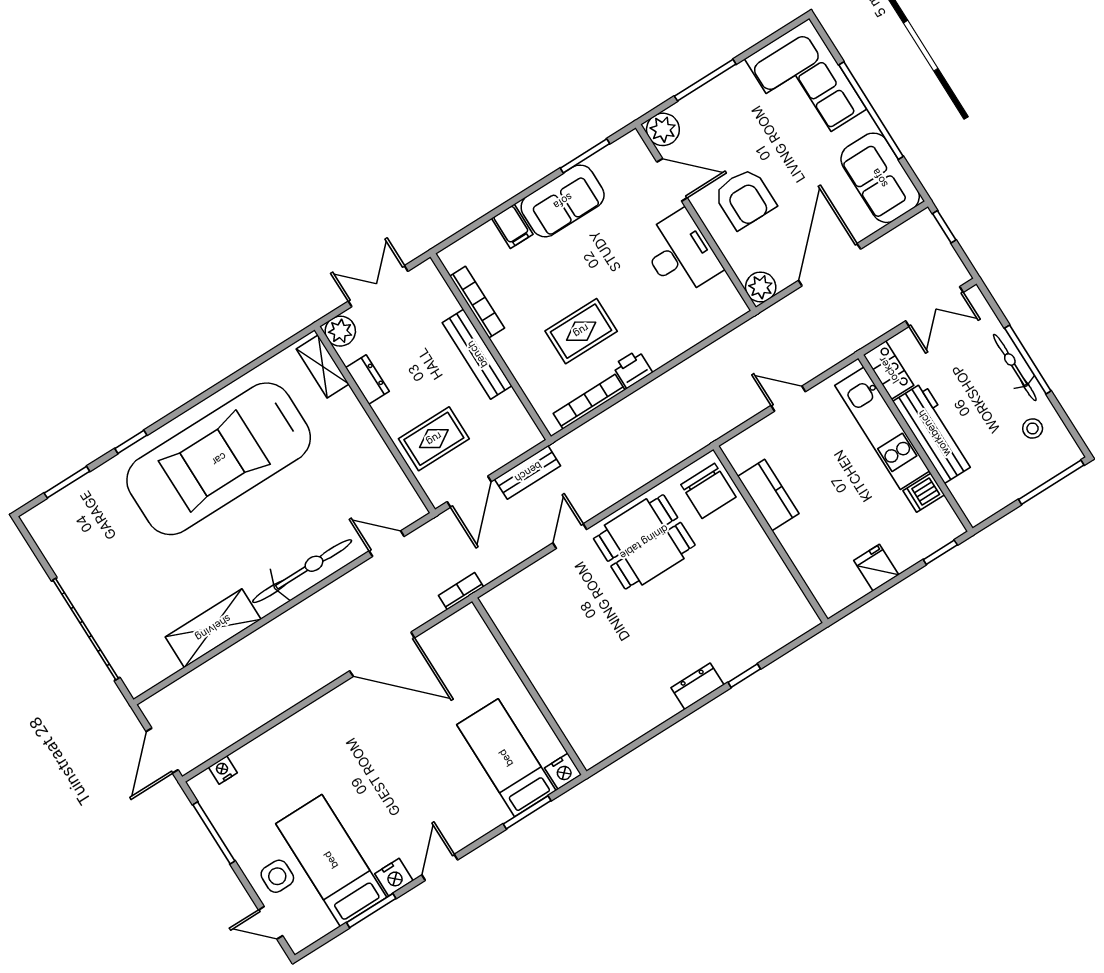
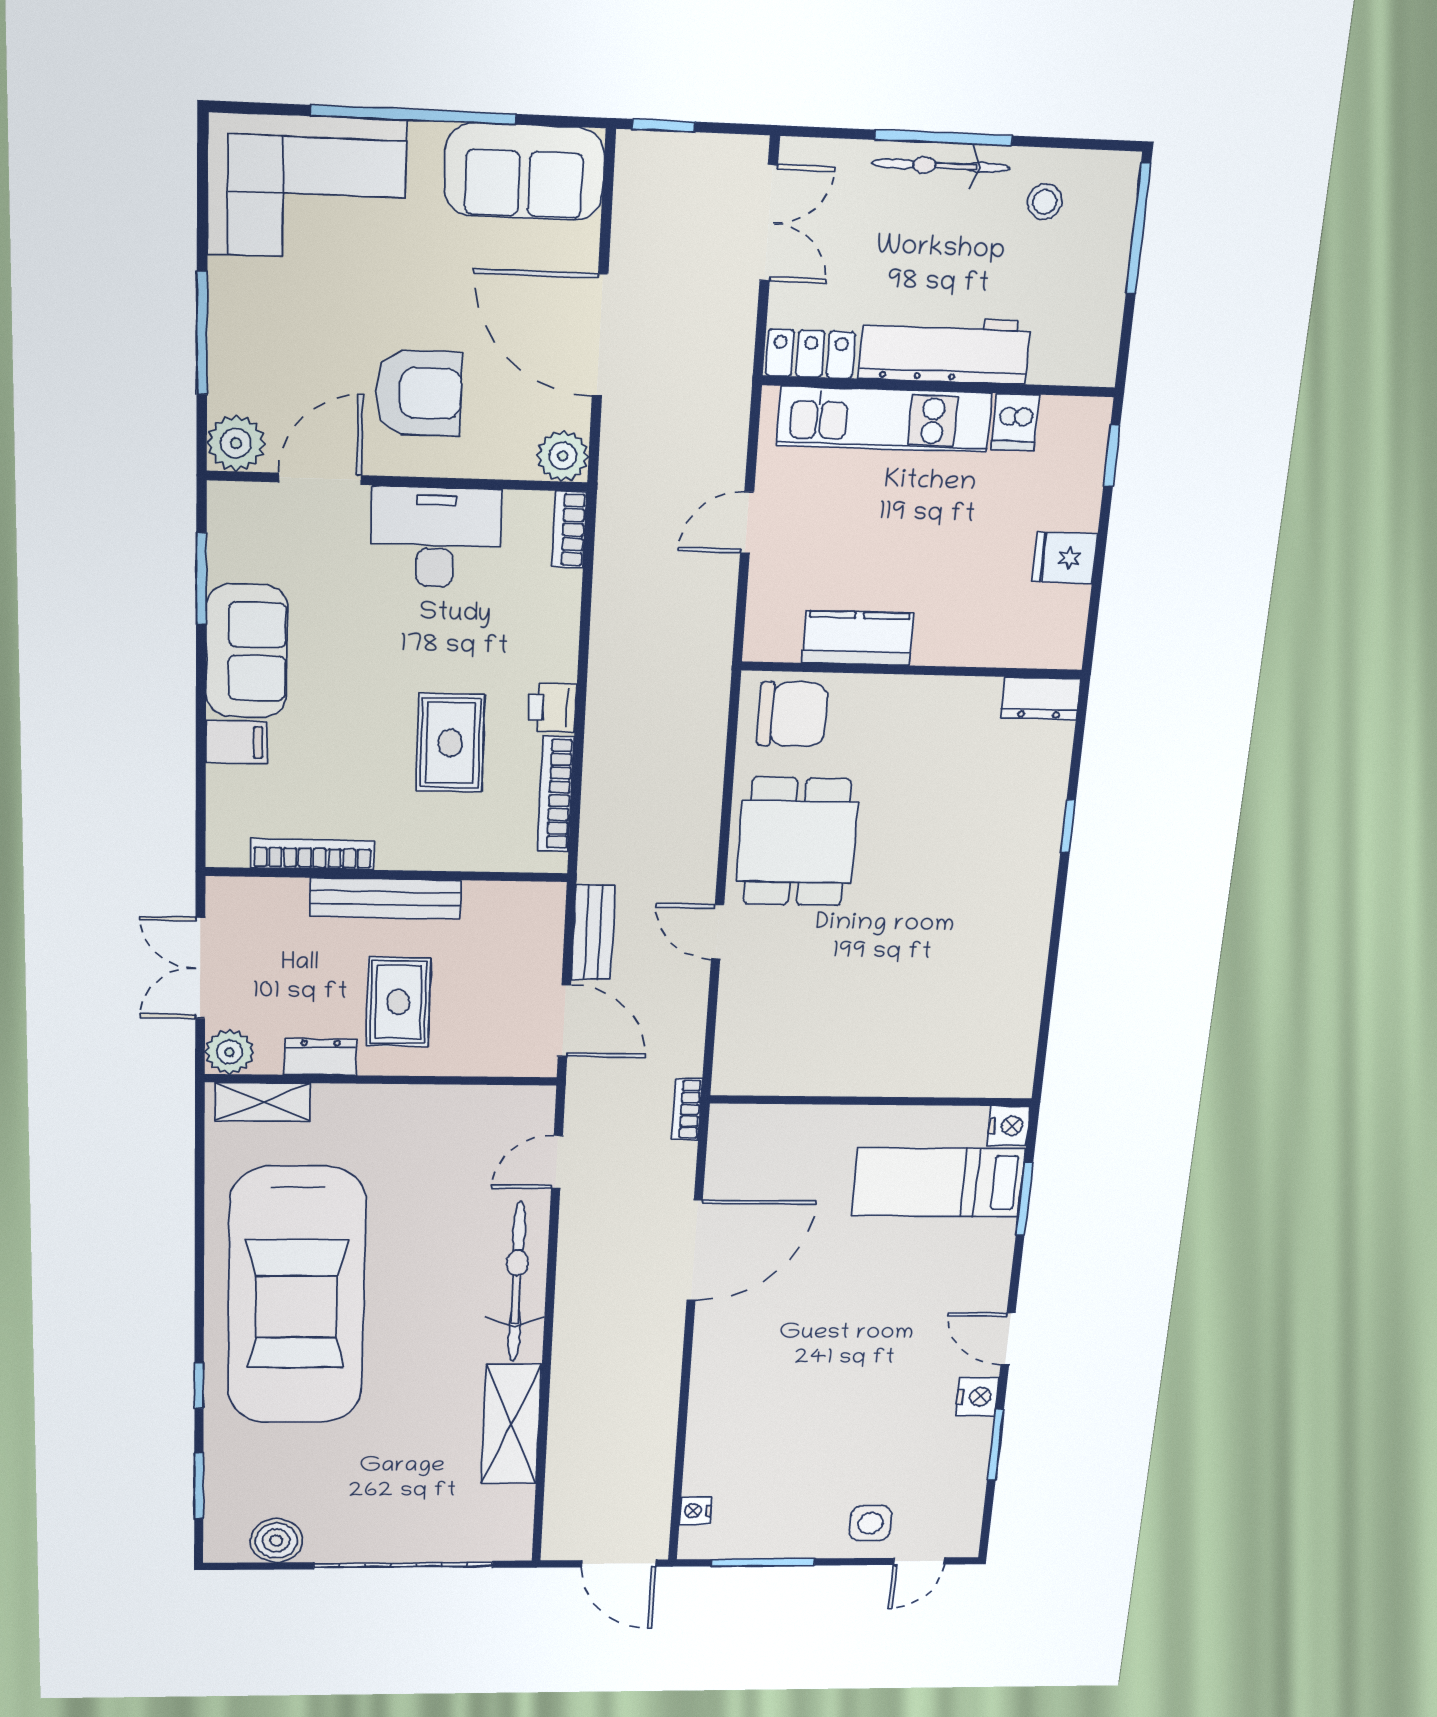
bookcase: (727, 315) -> (569, 530), added
rug: (434, 439) -> (398, 1002), moved
boiler: (58, 548) -> (276, 1541), added
dresser: (698, 686) -> (1041, 698), moved, turned -90
bed: (331, 860) -> (900, 1454), removed

